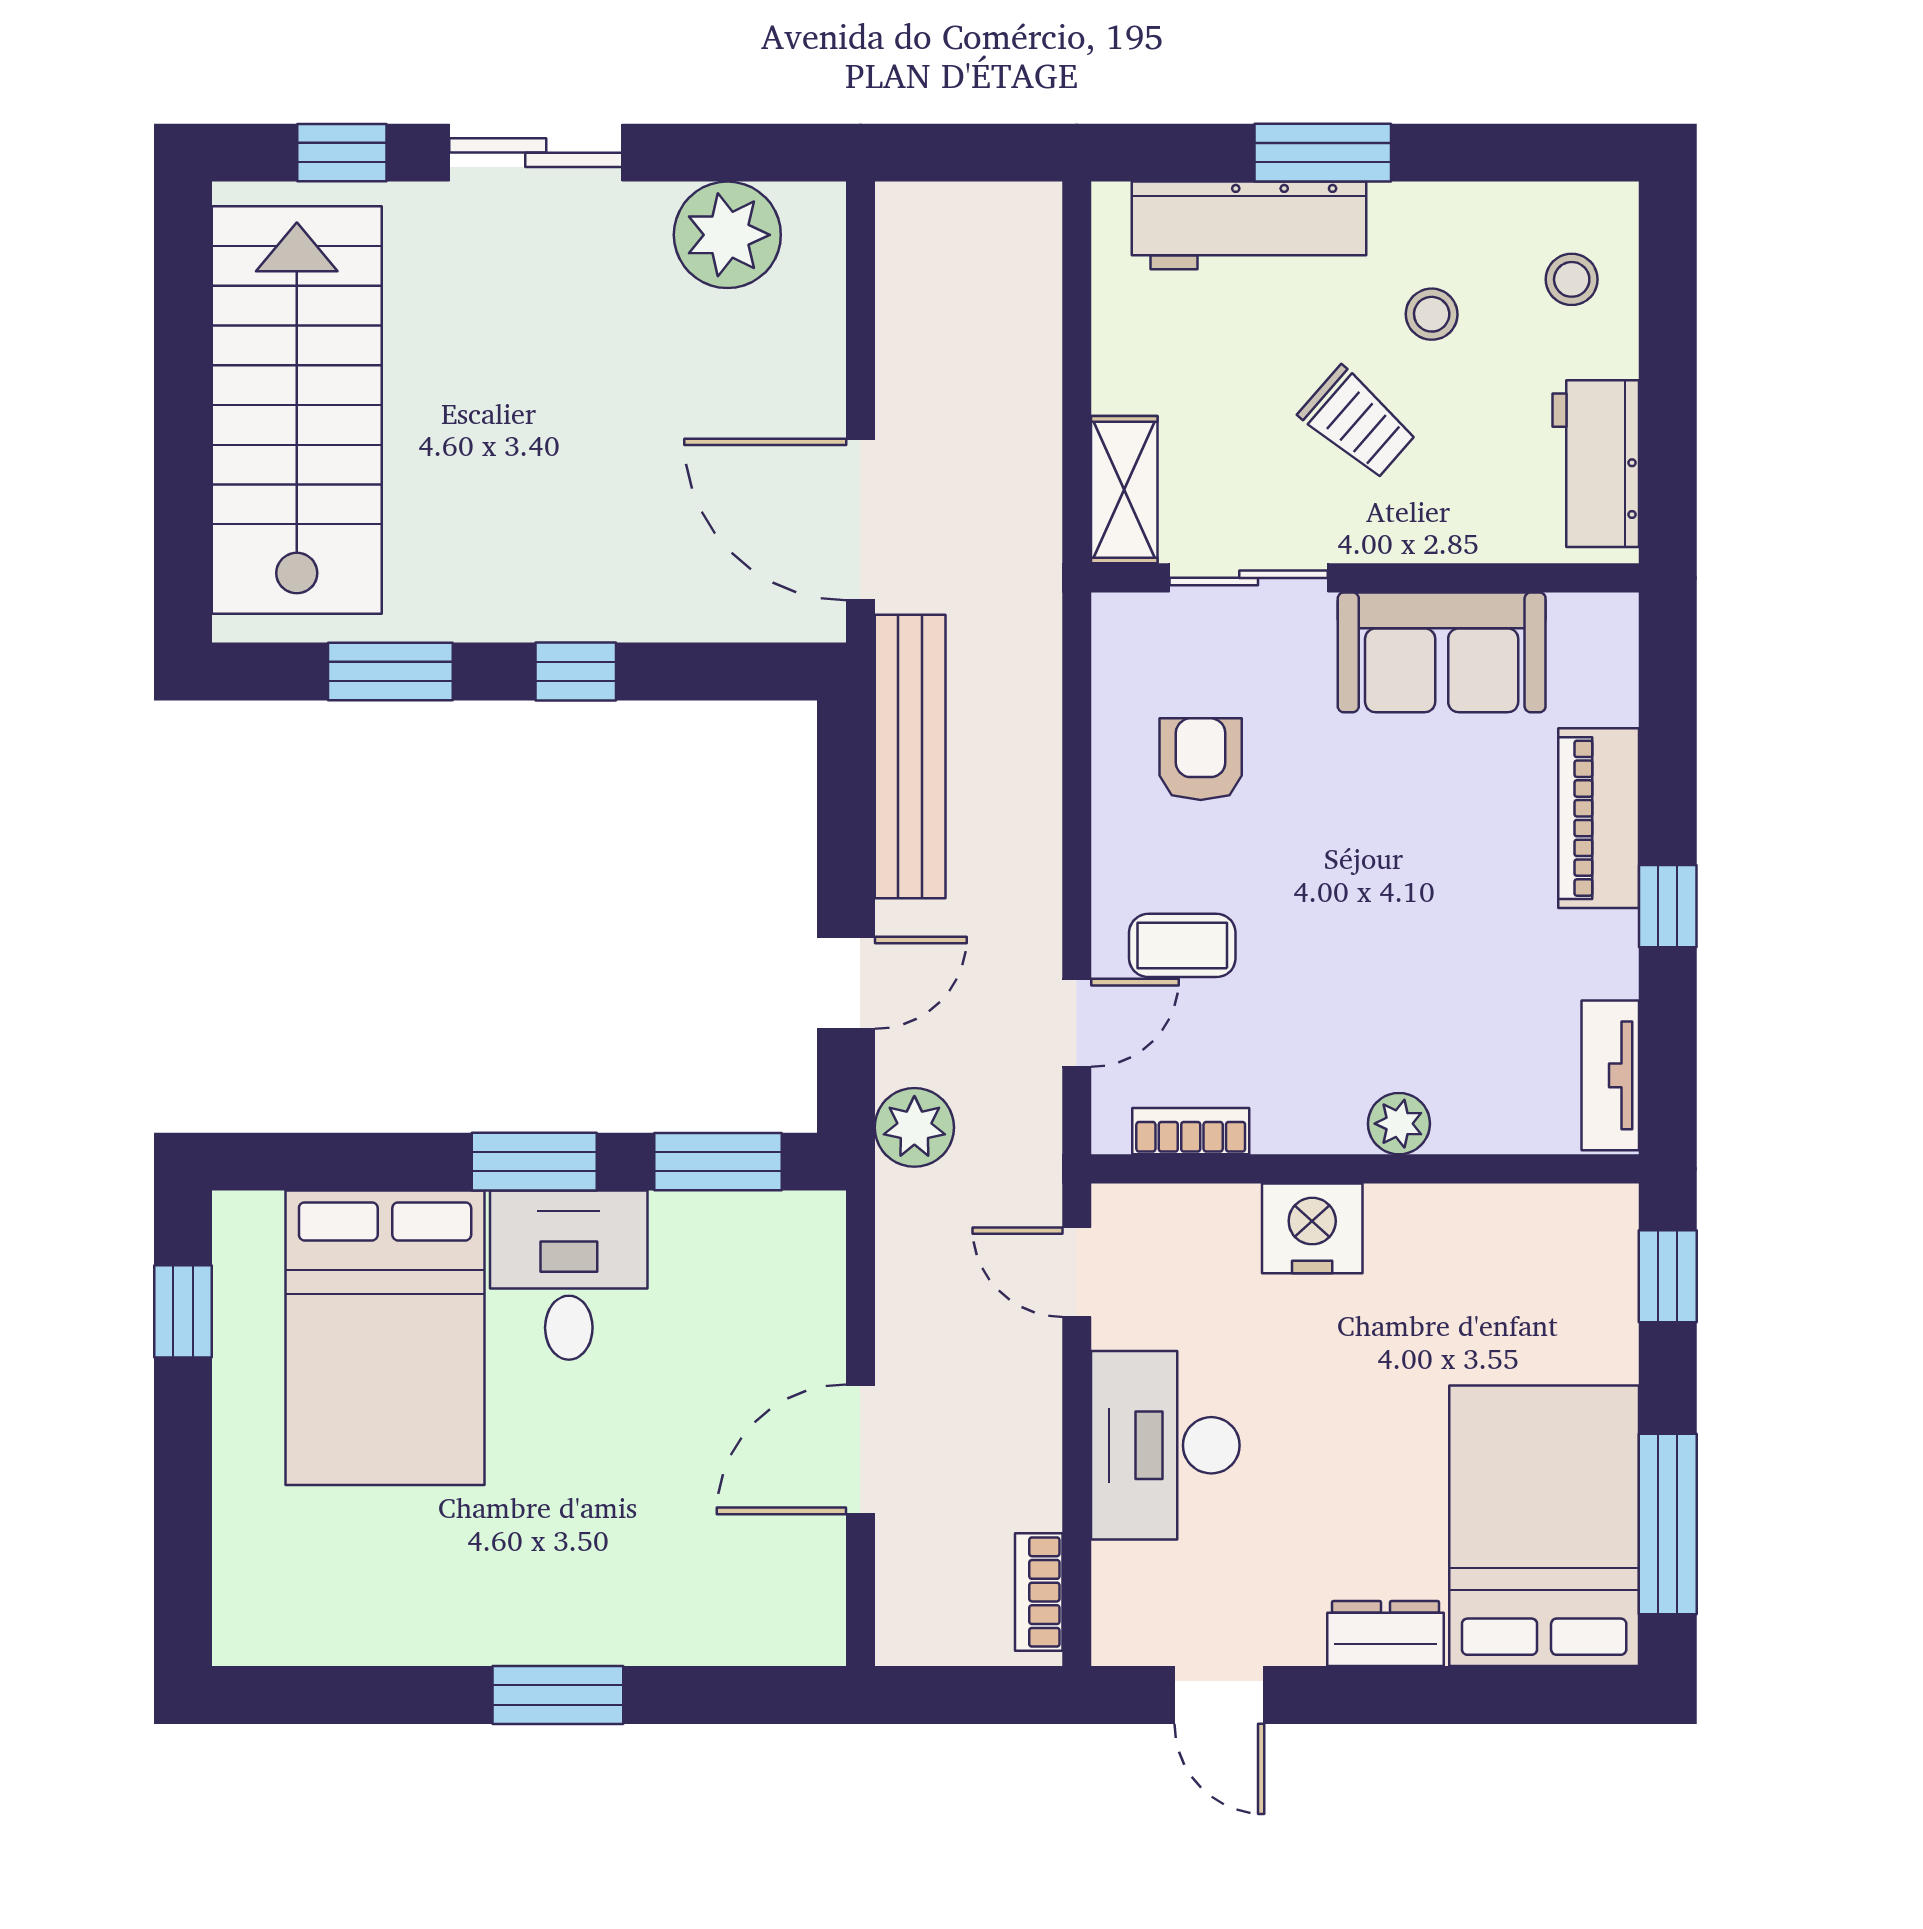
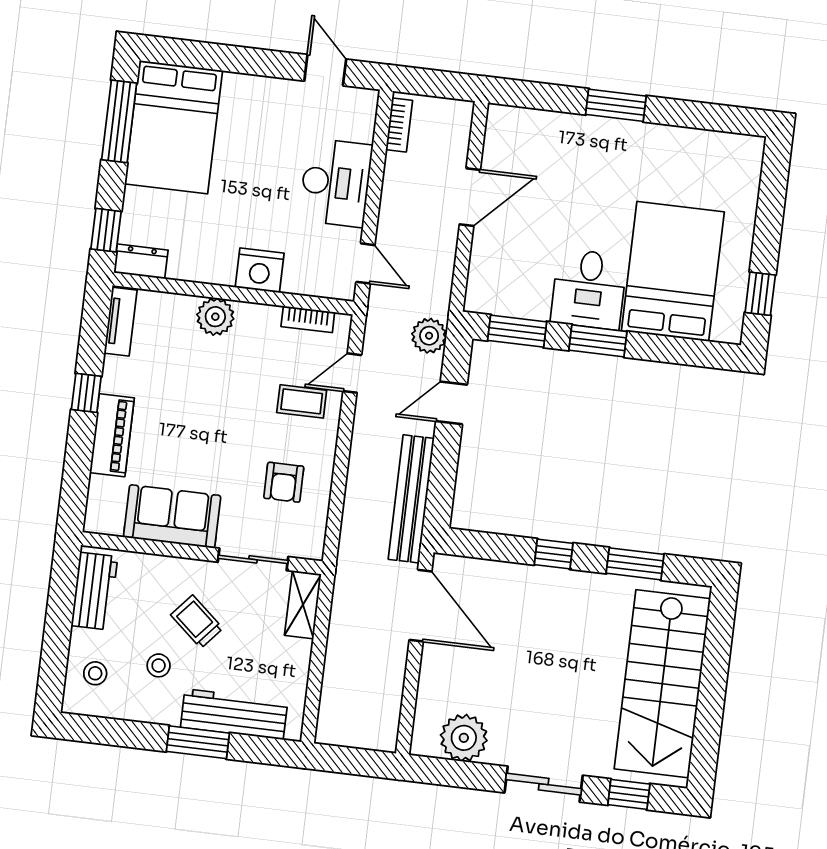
plant: (1399, 1124) -> (215, 317), width x1.38, depth x1.38
dresser: (1386, 1634) -> (141, 261), moved, turned 180

